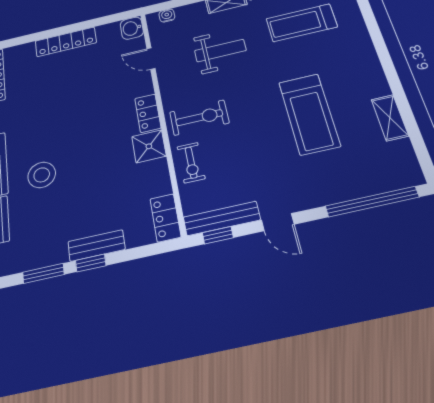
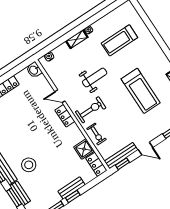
weight bench: (220, 51) -> (95, 77), moved
door: (151, 59) -> (60, 96), moved
shower: (149, 146) -> (84, 149), moved

